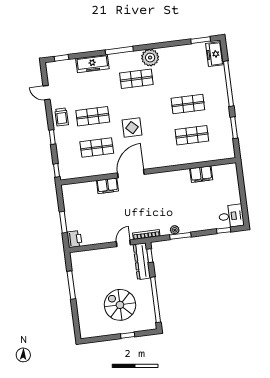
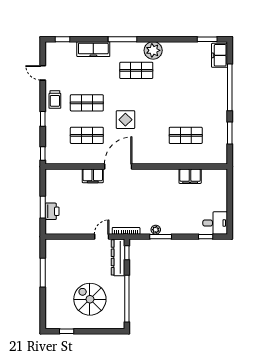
shop shelf: (188, 104) -> (186, 103), removed
printer: (74, 239) -> (52, 211), moved
window: (128, 335) -> (67, 331), moved

